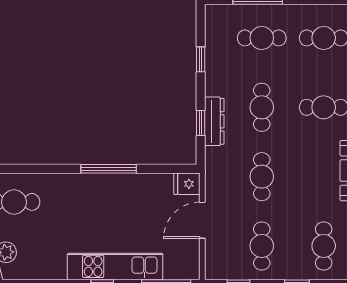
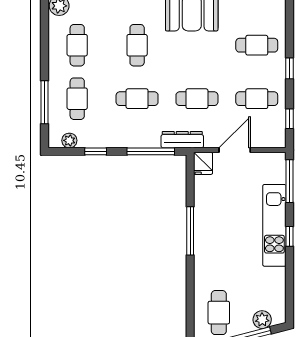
plant: (213, 29) -> (69, 140), added
dresser: (214, 121) -> (182, 140), moved
window: (201, 123) -> (151, 151), width x2.17
door: (202, 220) -> (235, 150), swing flipped

